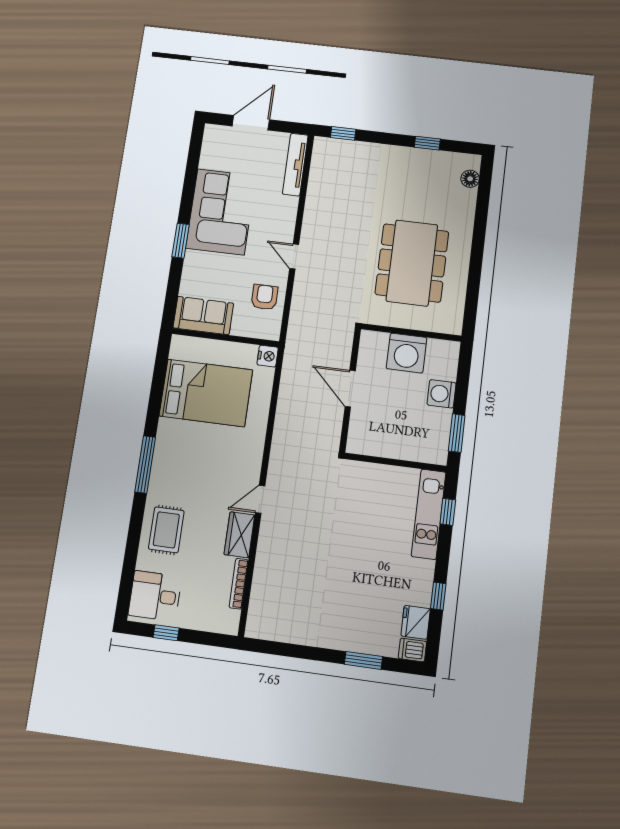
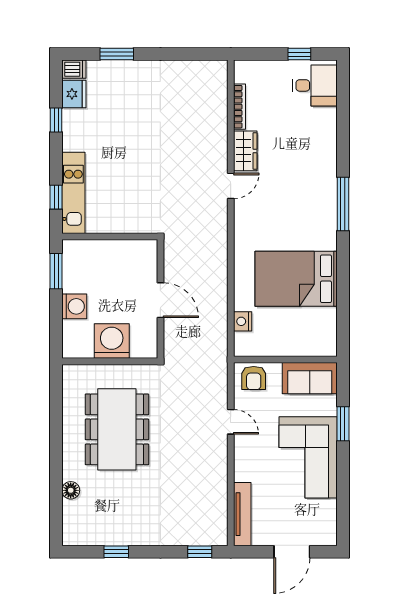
floor lamp: (470, 179) -> (71, 490), moved
sofa: (203, 315) -> (310, 378), moved
wall: (225, 338) -> (285, 359), moved
rug: (166, 530) -> (314, 146), removed

